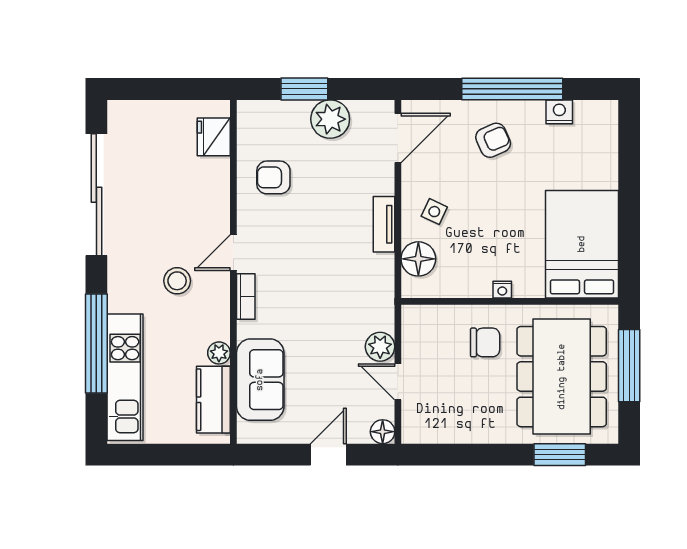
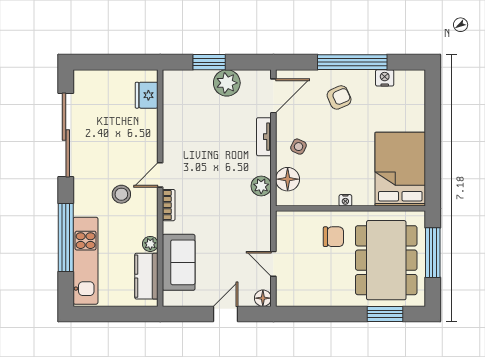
armchair: (273, 177) -> (188, 123), removed
tv unit: (384, 224) -> (264, 137), moved
plant: (380, 347) -> (261, 186), moved

